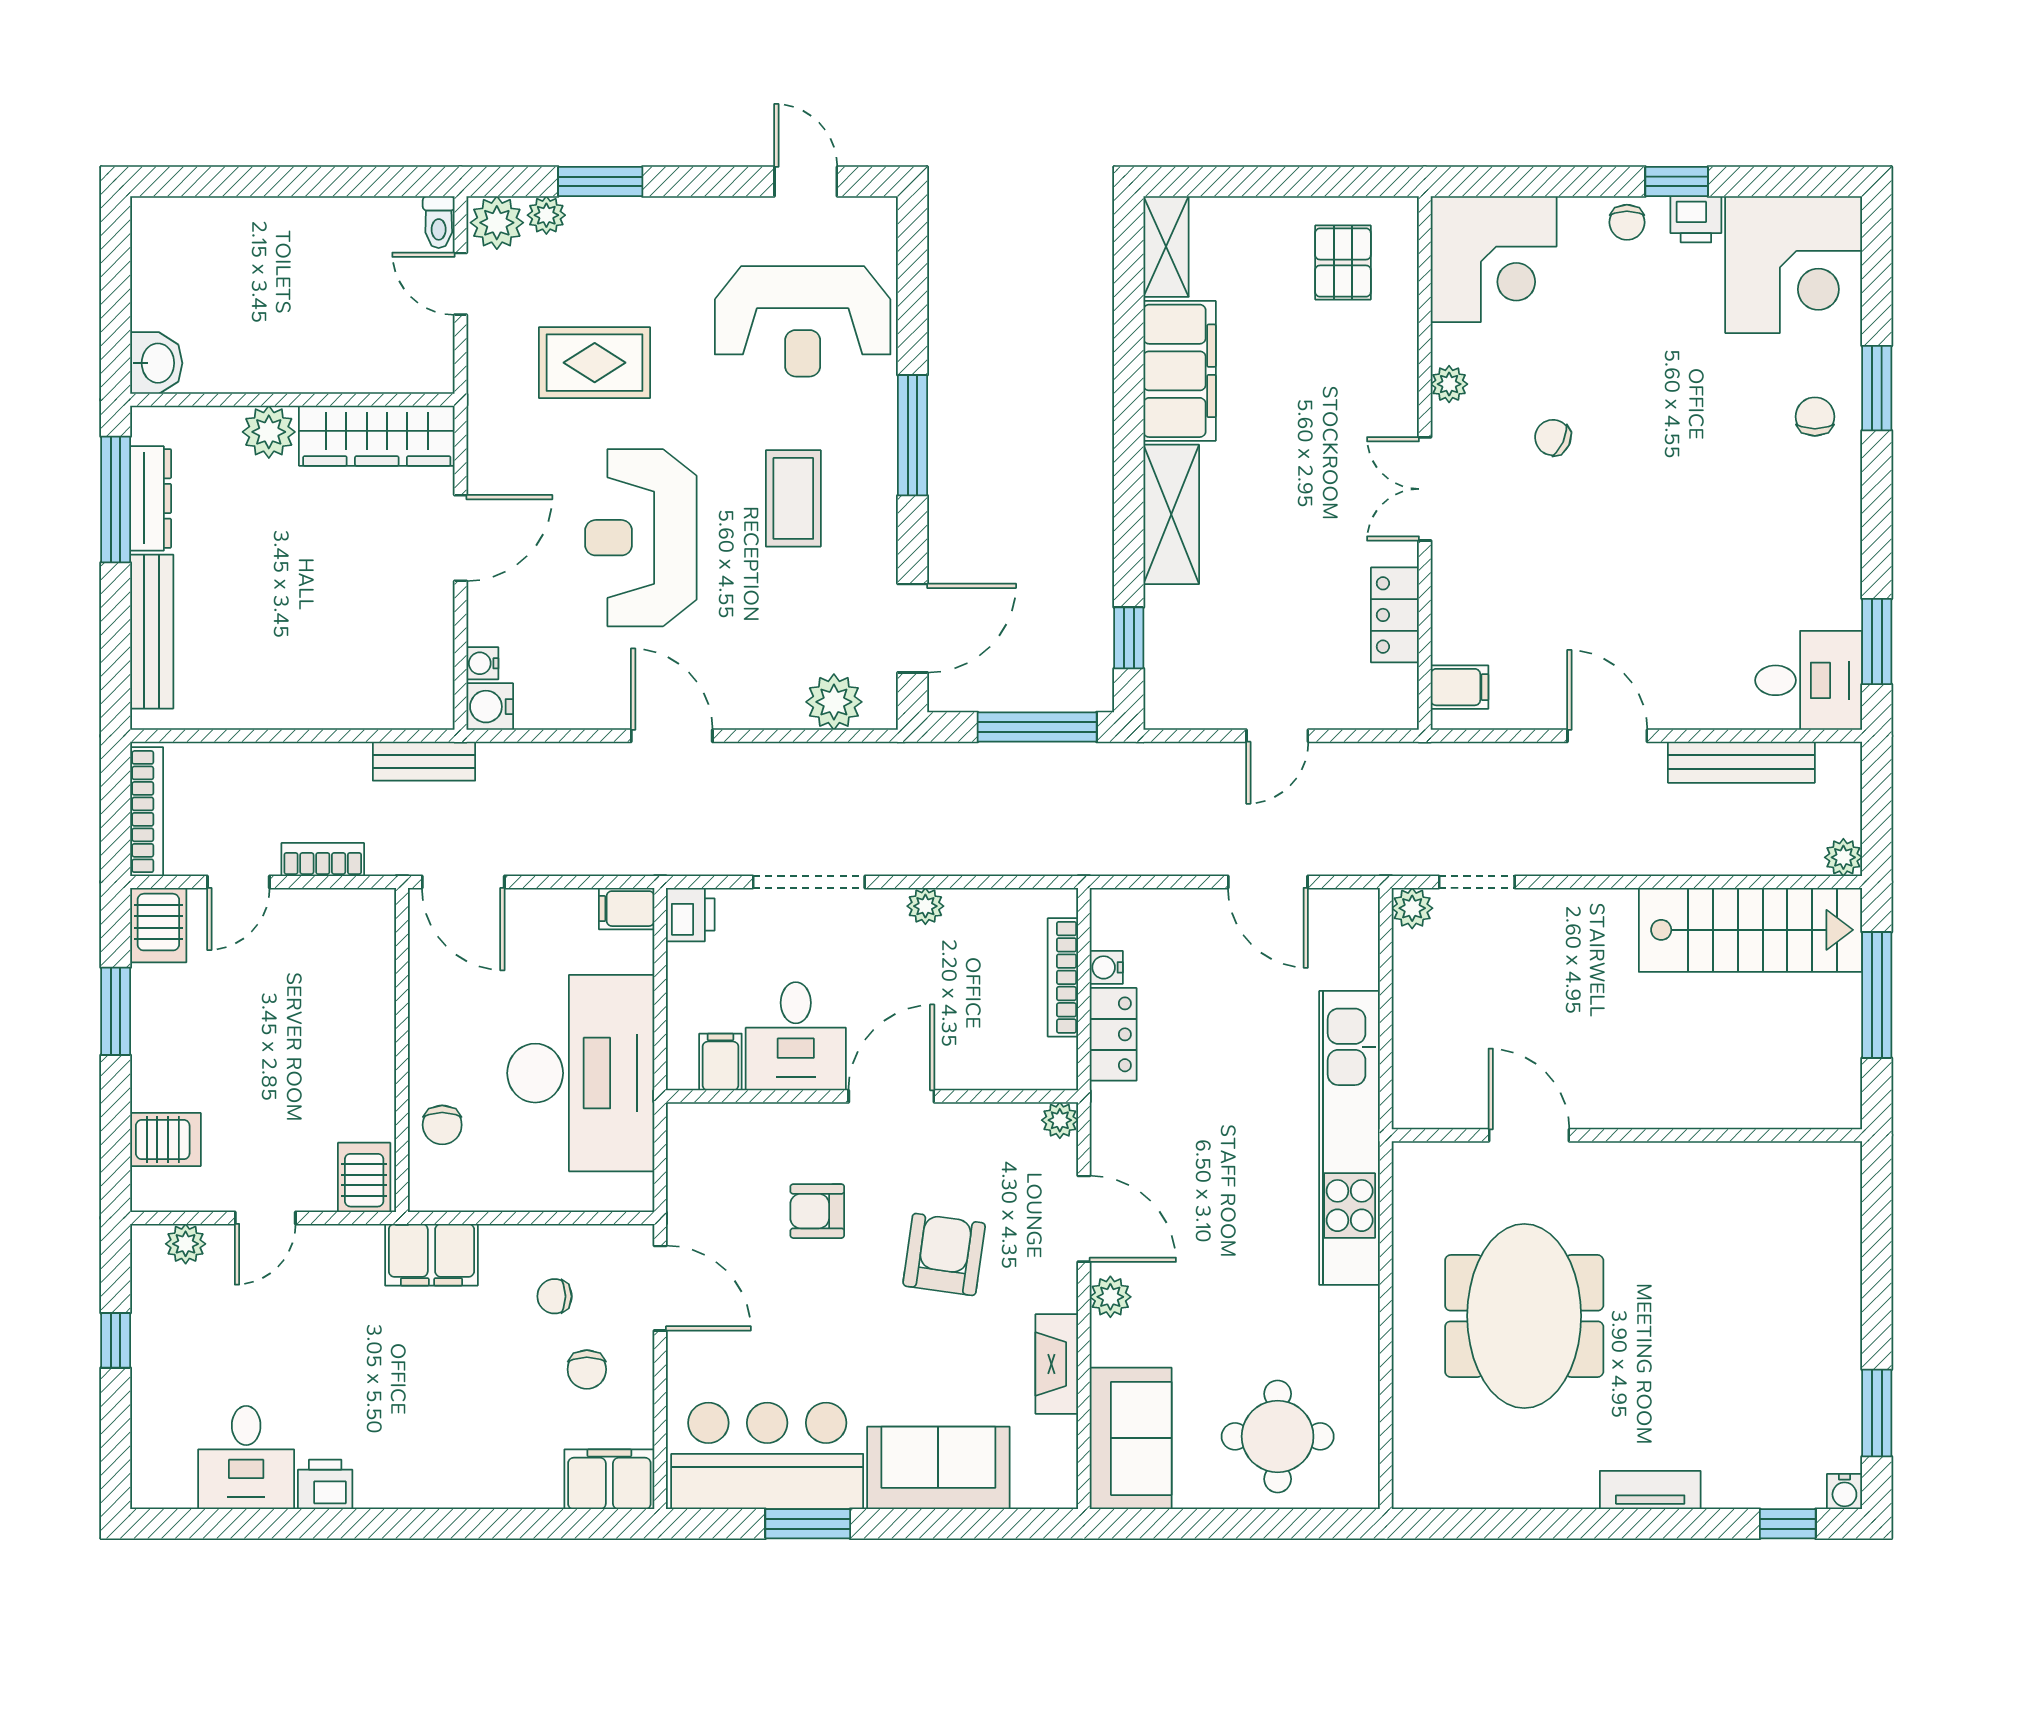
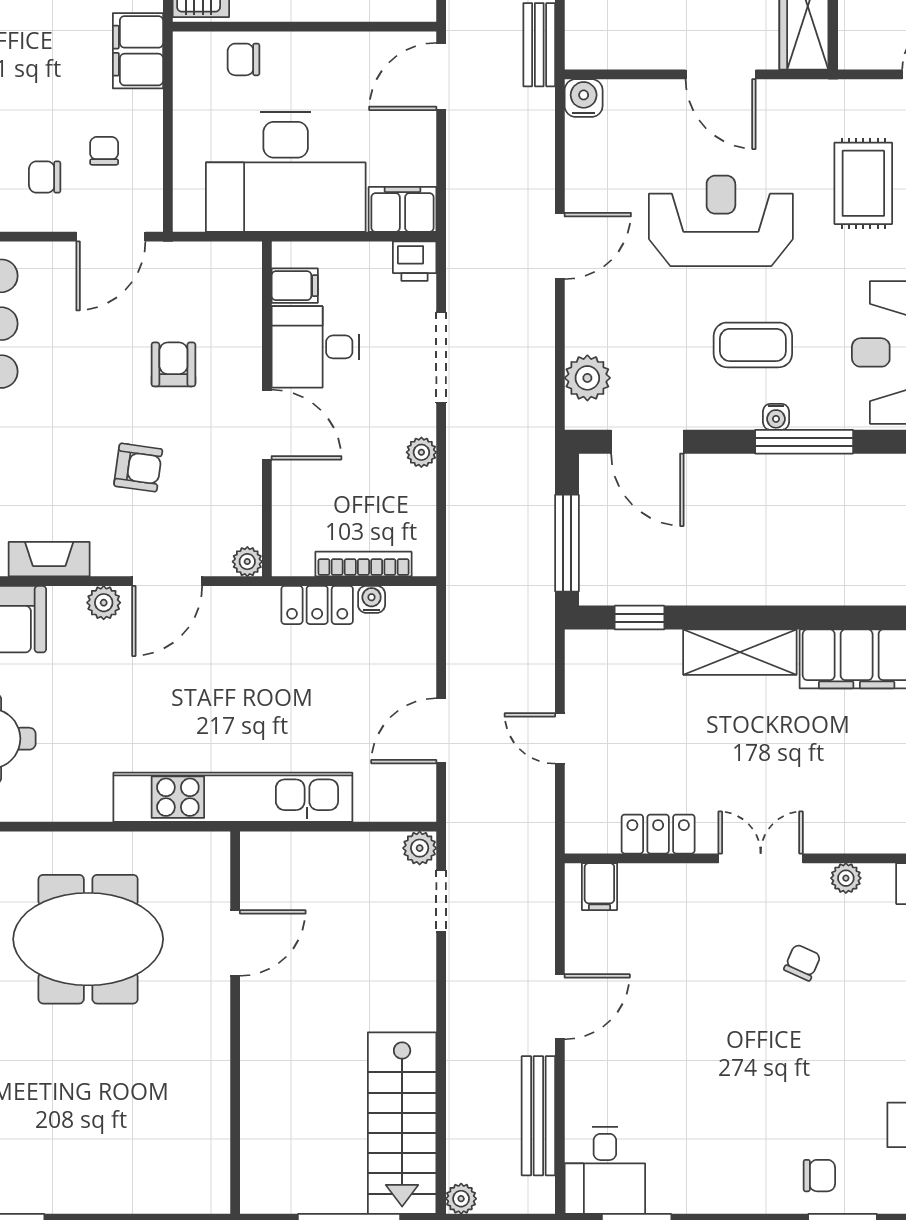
water cooler: (482, 663) -> (776, 417), moved, turned 180
filing cabinet: (627, 909) -> (402, 209), width x2.00
armchair: (944, 1254) -> (138, 468), width x0.72, depth x0.72

